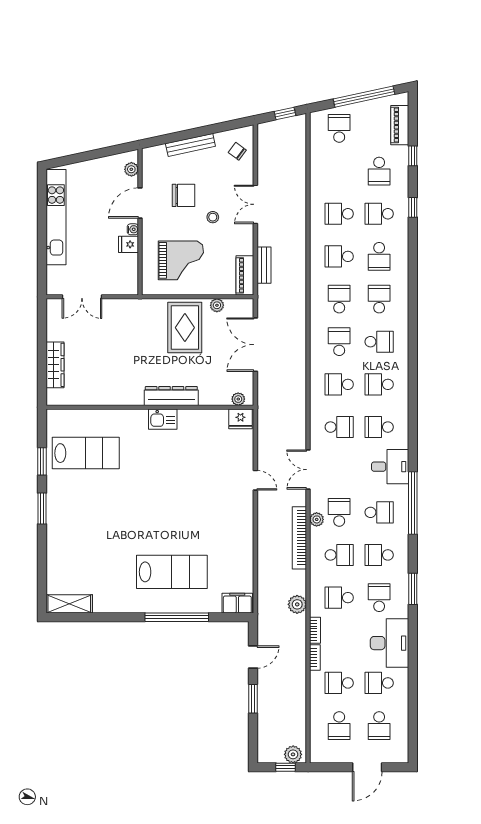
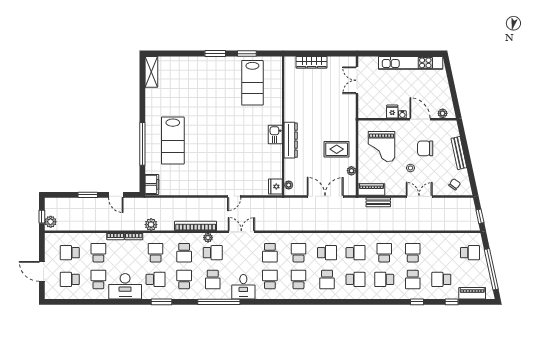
chair: (184, 195) -> (425, 148), turned 90
school desk: (379, 214) -> (413, 279), turned 180
rug: (185, 328) -> (337, 149), width x0.73, depth x0.70

